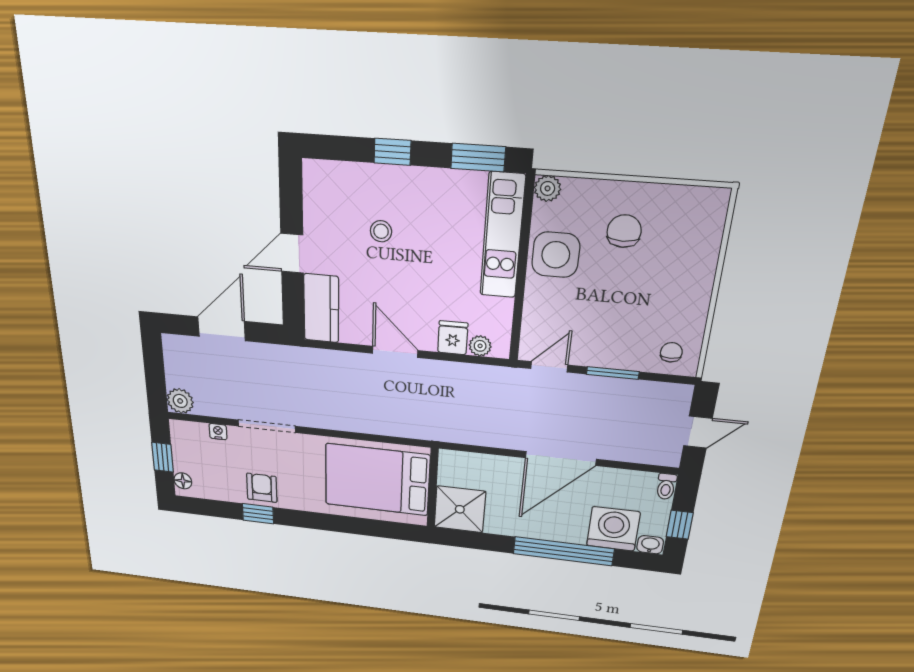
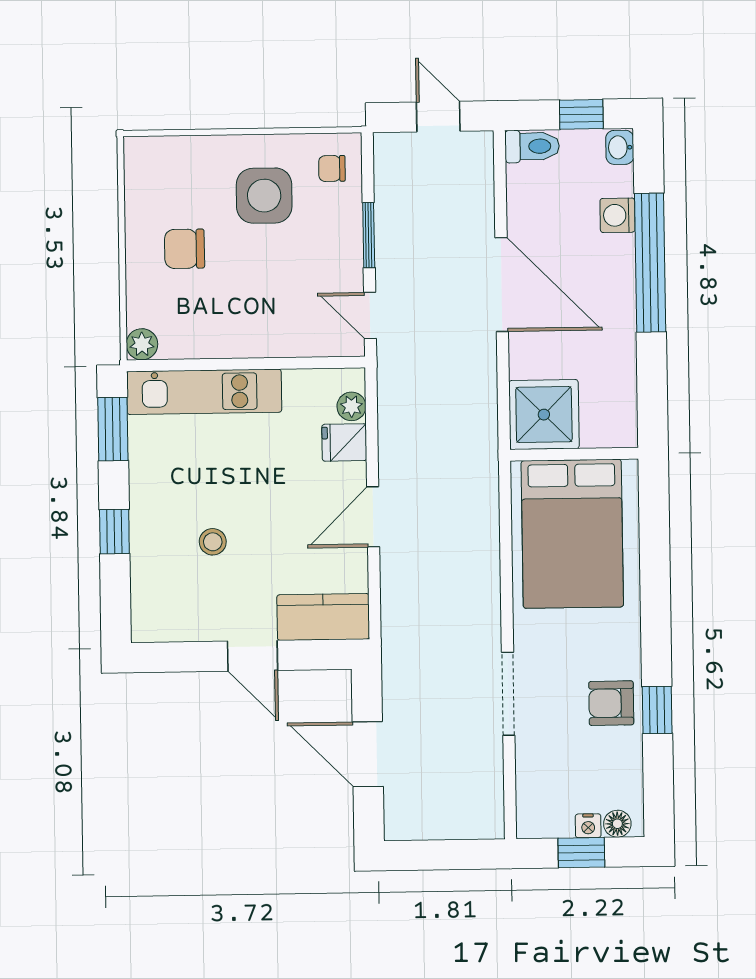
side table: (556, 255) -> (264, 196), moved
plant: (180, 401) -> (485, 820), removed
nightstand: (218, 432) -> (588, 826), moved, turned -90
toilet: (666, 487) -> (532, 146), width x1.37, depth x1.39
shower: (460, 509) -> (544, 415), moved
washing machine: (613, 529) -> (617, 215), width x0.53, depth x0.53

